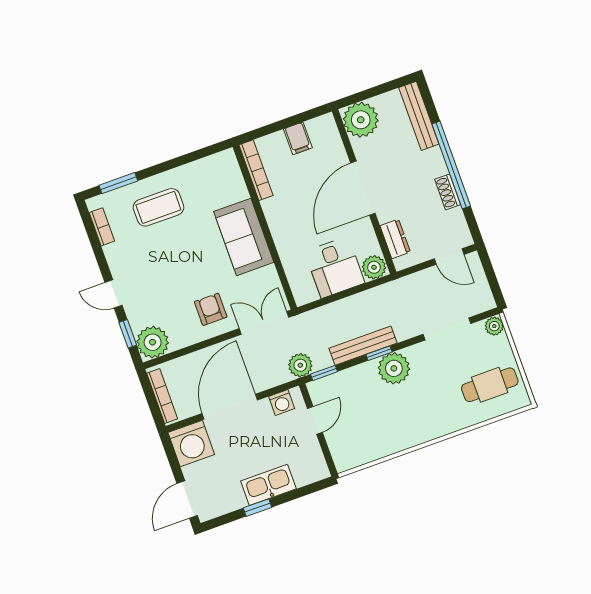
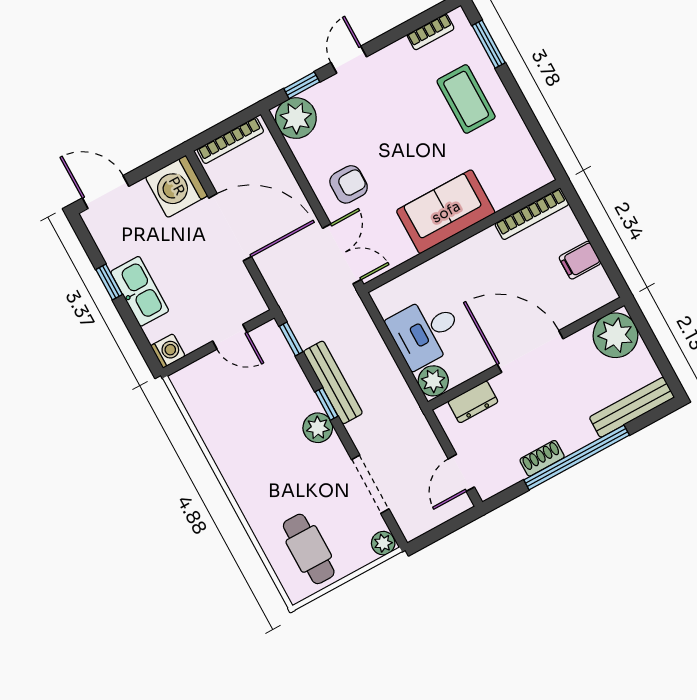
plant: (300, 365) -> (296, 308), removed
plant: (394, 368) -> (318, 428), width x0.73, depth x0.73
washing machine: (282, 403) -> (168, 351), moved, turned 180

